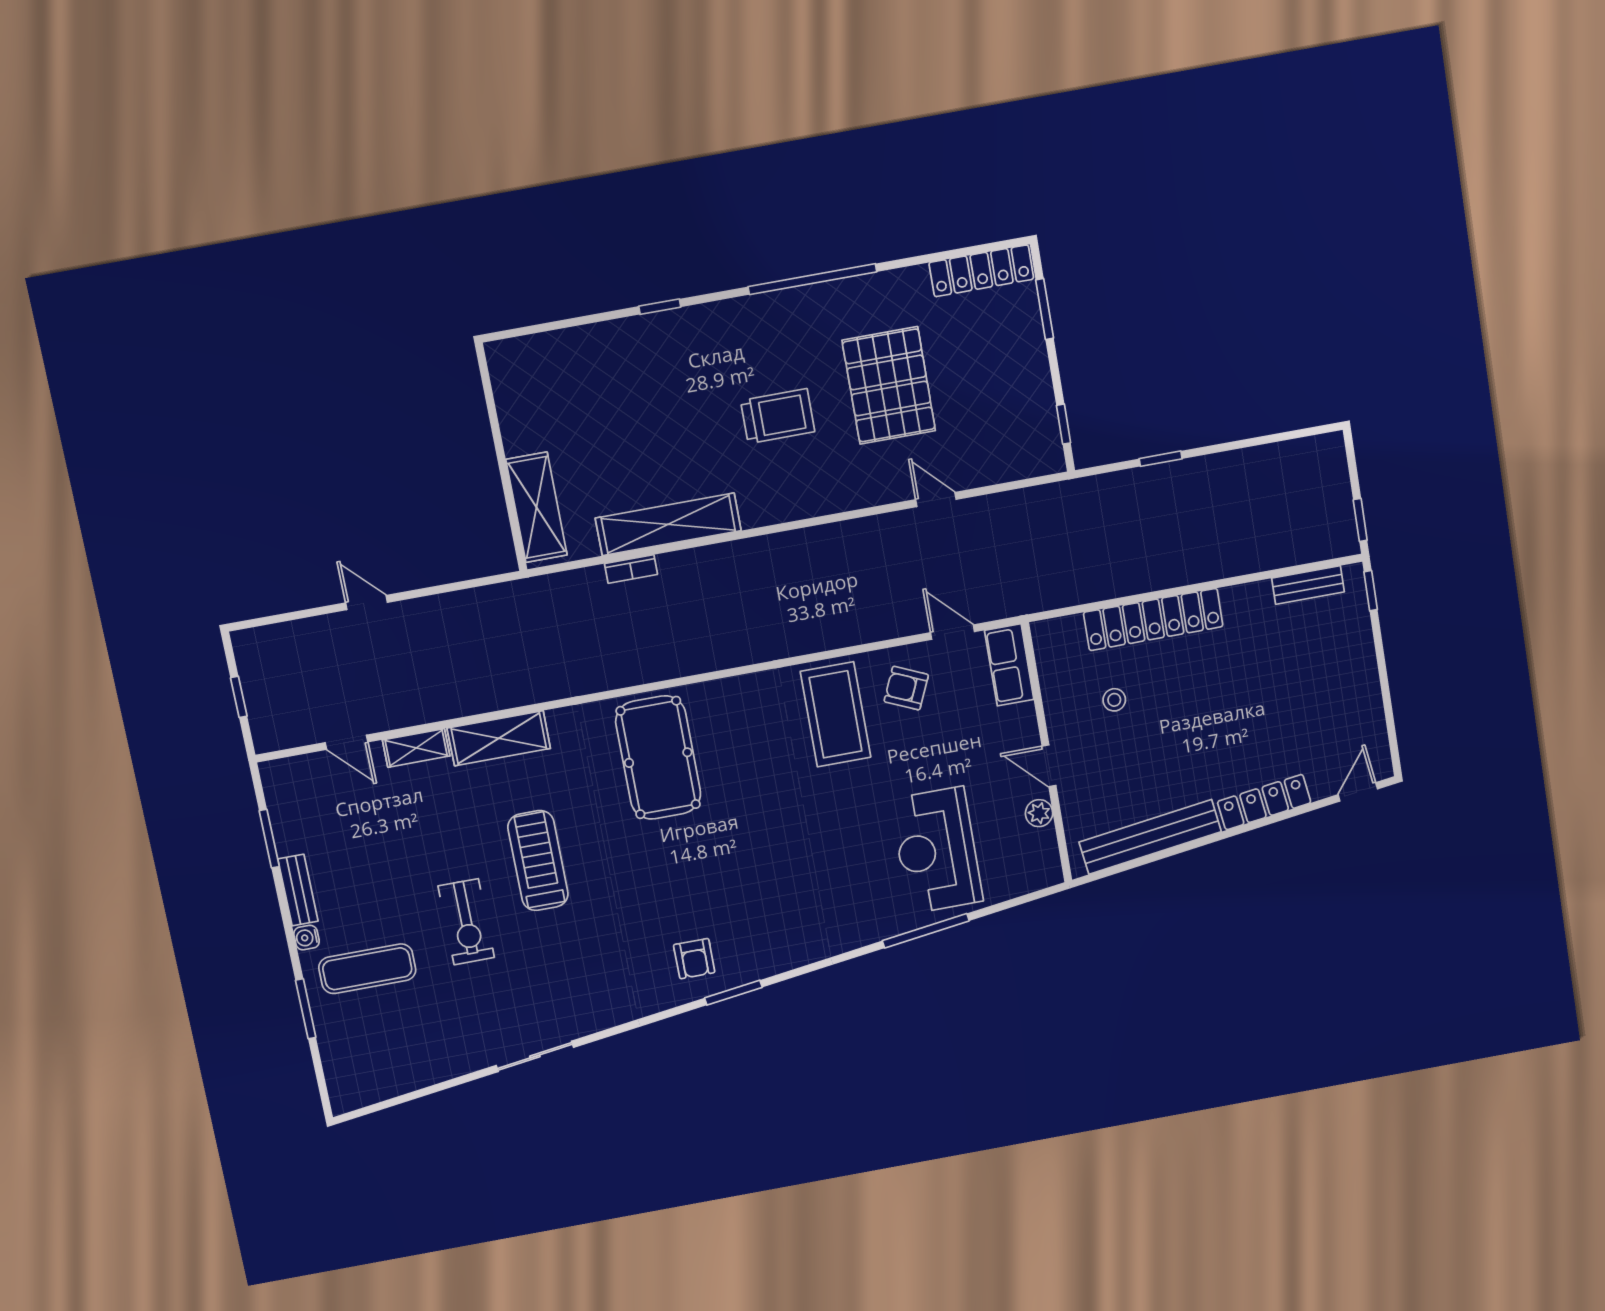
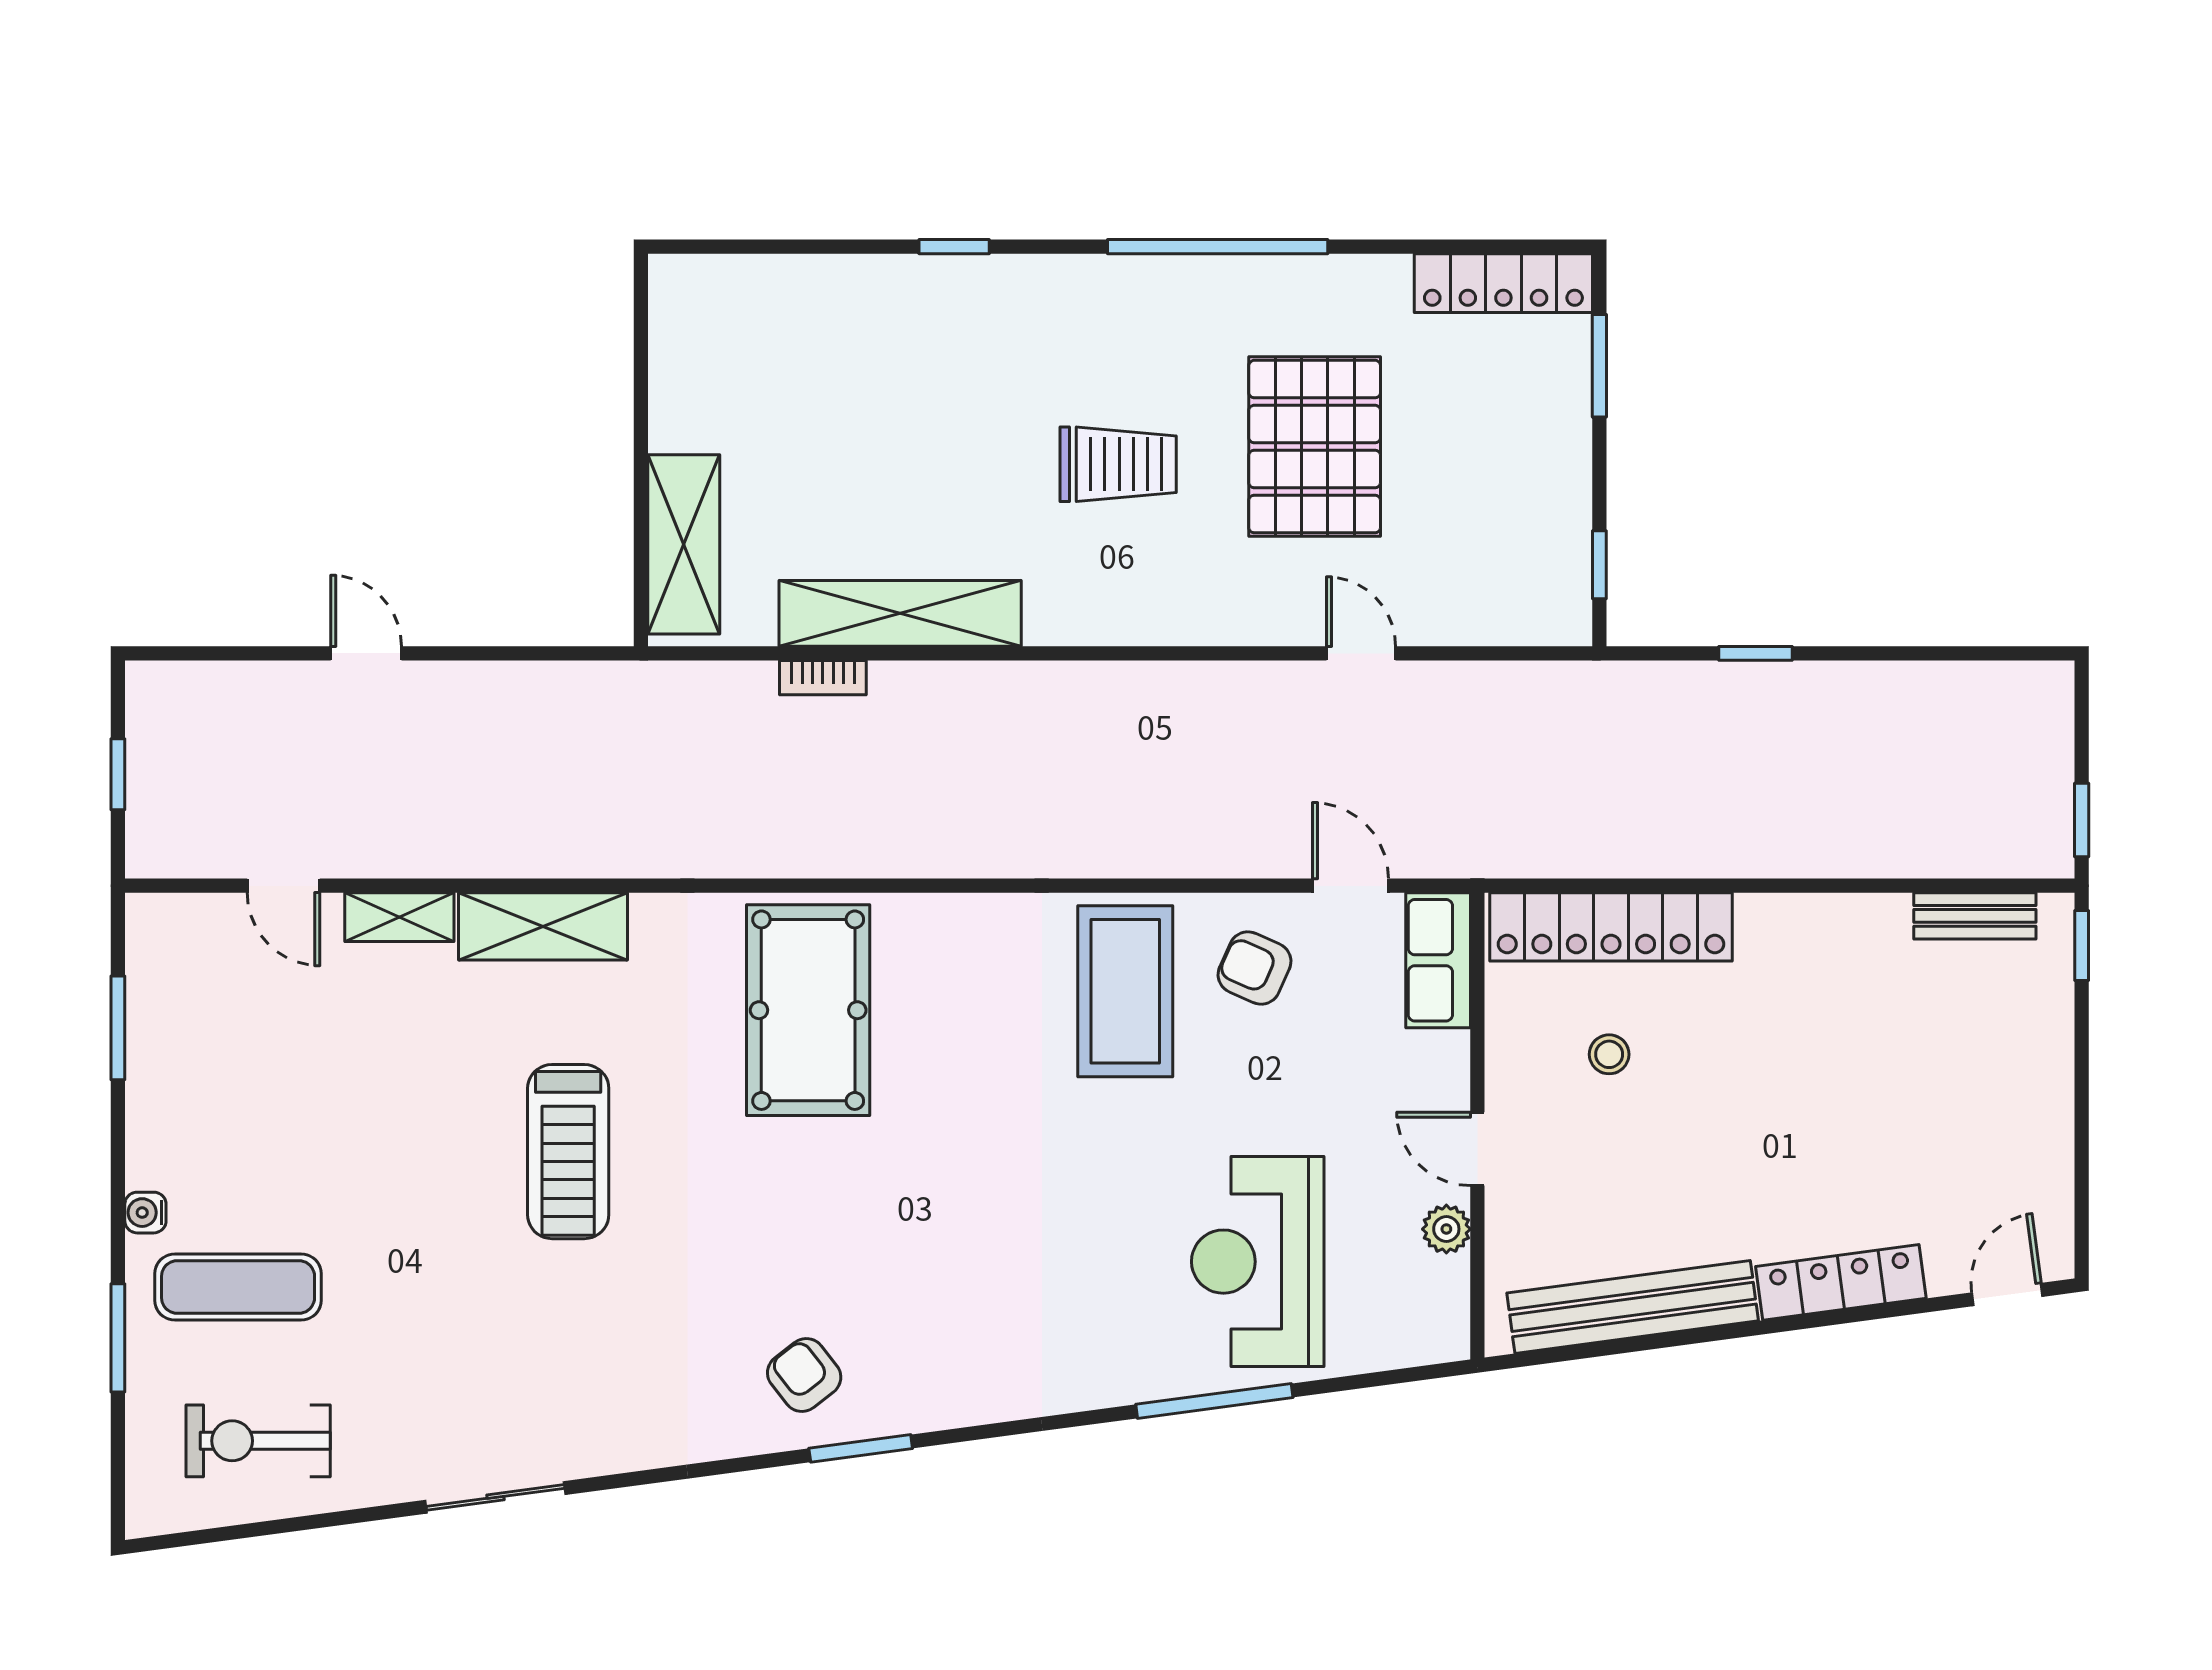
locker: (1153, 619) -> (1611, 927), moved
treadmill: (538, 861) -> (568, 1152), turned 180
bench: (298, 890) -> (148, 1127), removed
exercise bike: (466, 922) -> (258, 1441), moved, turned 90
armchair: (694, 959) -> (804, 1375), turned 142

